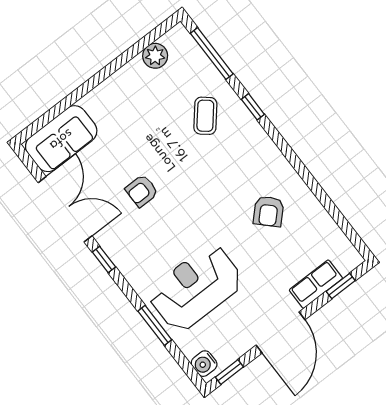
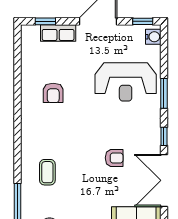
window: (253, 107) -> (17, 157), removed
coffee table: (205, 116) -> (47, 172), turned -40
armchair: (269, 211) -> (53, 93), turned 135
window: (155, 325) -> (164, 93), moved

